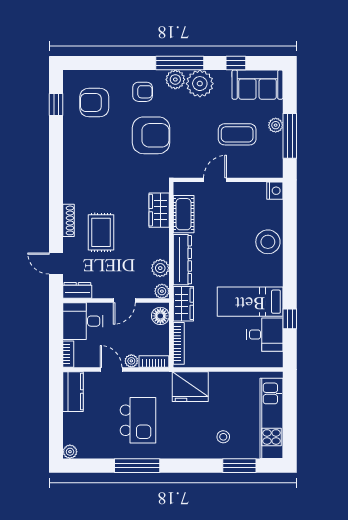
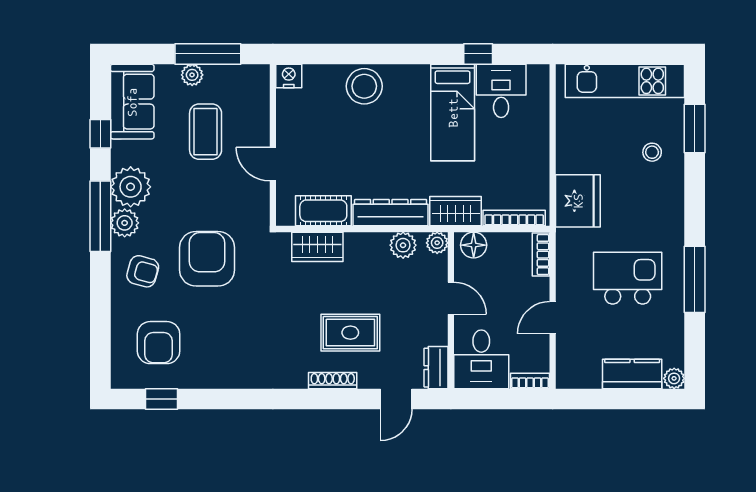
armchair: (143, 92) -> (143, 271), turned 106
plant: (131, 361) -> (540, 288), removed
kitchen counter: (73, 392) -> (632, 374), moved

